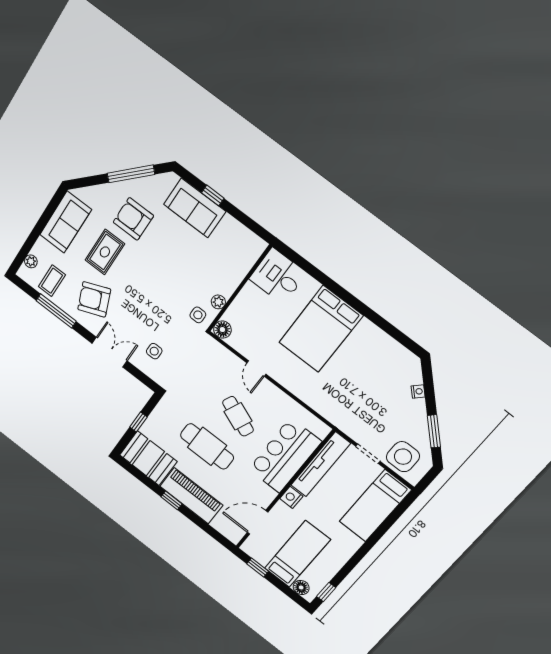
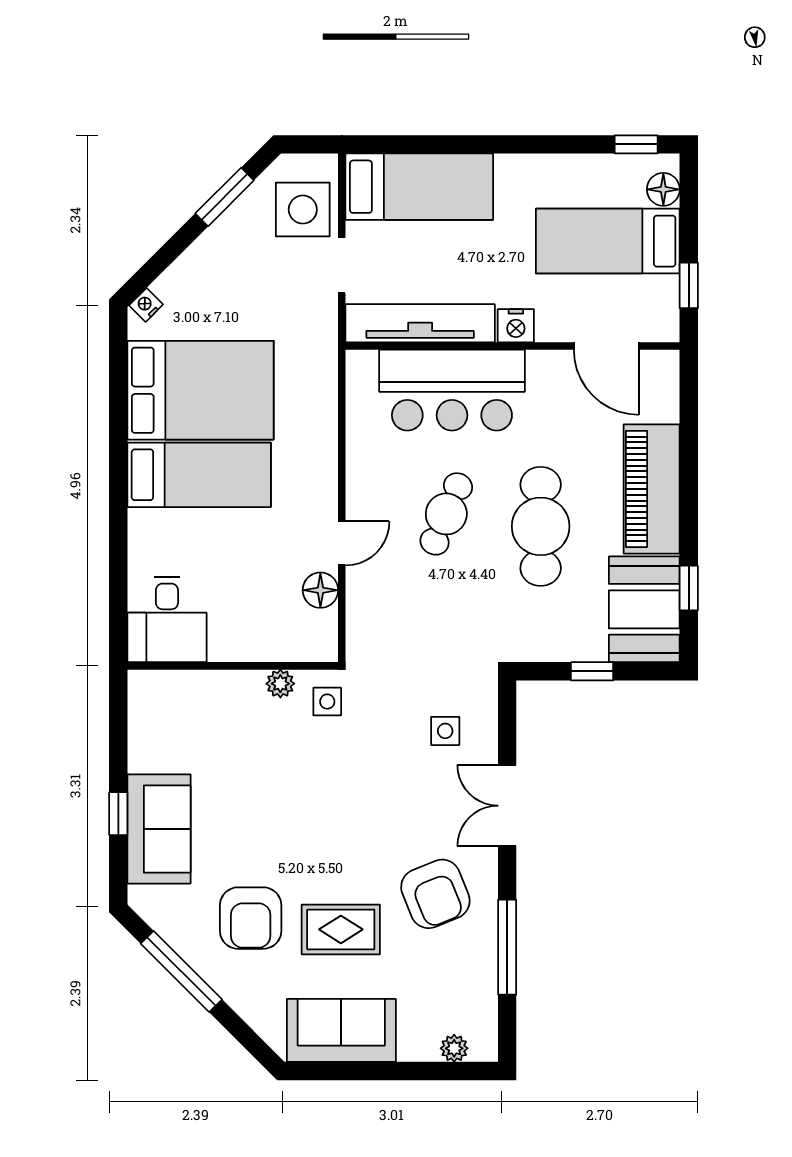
coffee table: (52, 281) -> (460, 989), removed
bed: (321, 329) -> (199, 475), width x0.67
floor lamp: (222, 330) -> (320, 590), moved
bed: (362, 361) -> (201, 390), added
nightstand: (418, 391) -> (146, 305), moved
window: (172, 500) -> (689, 588), moved

